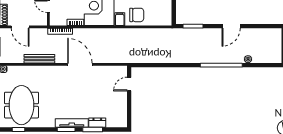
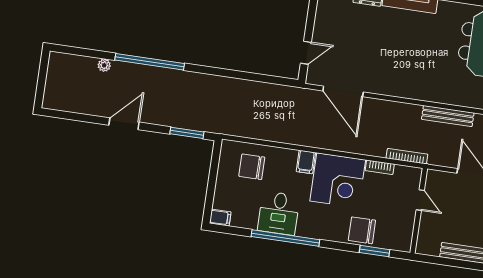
chair: (137, 15) -> (252, 167), moved
door: (80, 64) -> (343, 91), moved

